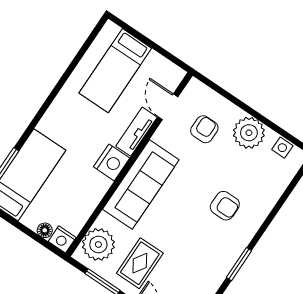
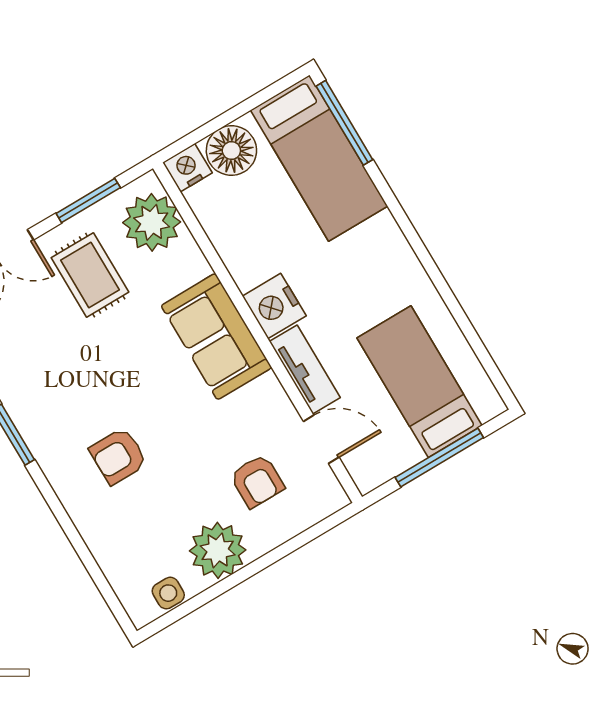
window: (149, 43) -> (439, 457), added
sofa: (141, 184) -> (216, 337), width x0.73
floor lamp: (45, 230) -> (231, 151), width x1.89, depth x1.89

